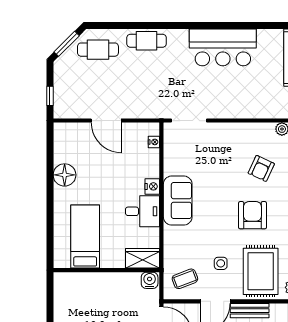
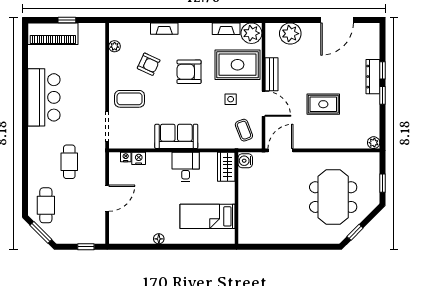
cafe table: (147, 41) -> (69, 162), moved
coffee table: (221, 146) -> (130, 99), added
floor lamp: (65, 175) -> (159, 239), width x0.53, depth x0.53
nightstand: (152, 186) -> (139, 158), moved

